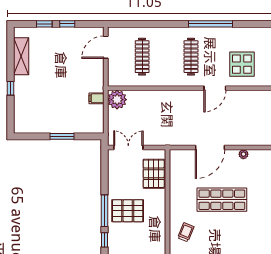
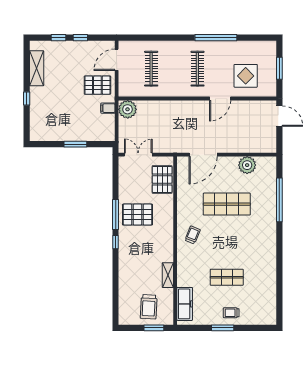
pallet: (85, 74) -> (97, 85), added
door: (210, 147) -> (203, 155), moved
plant: (243, 154) -> (247, 165), width x1.87, depth x1.87

